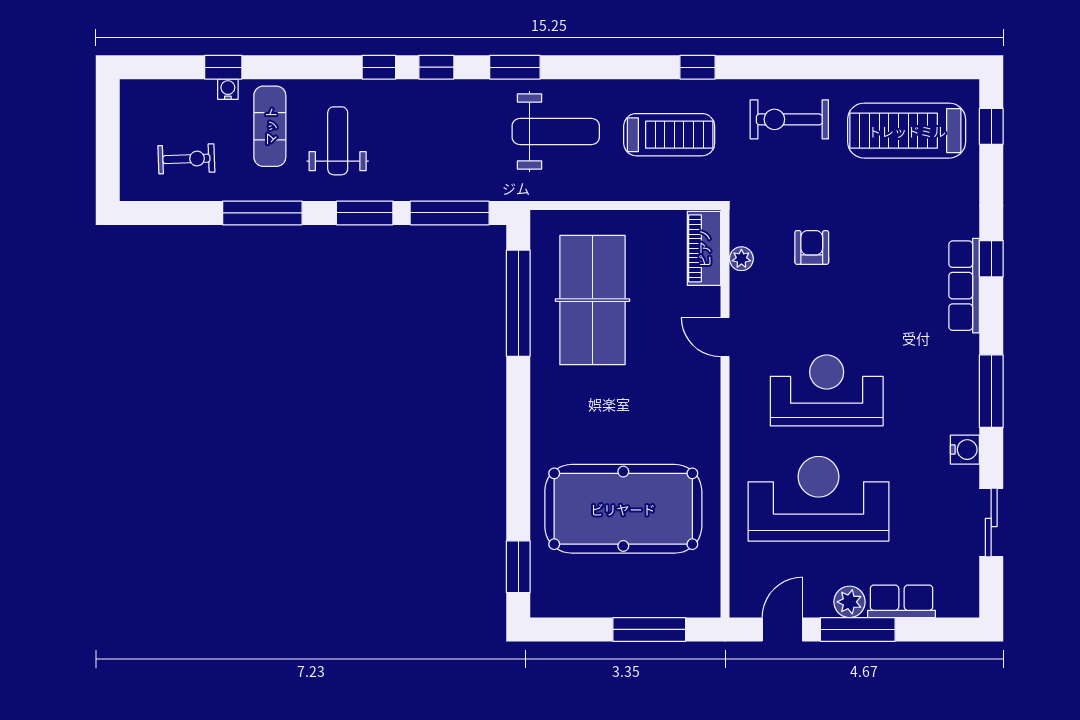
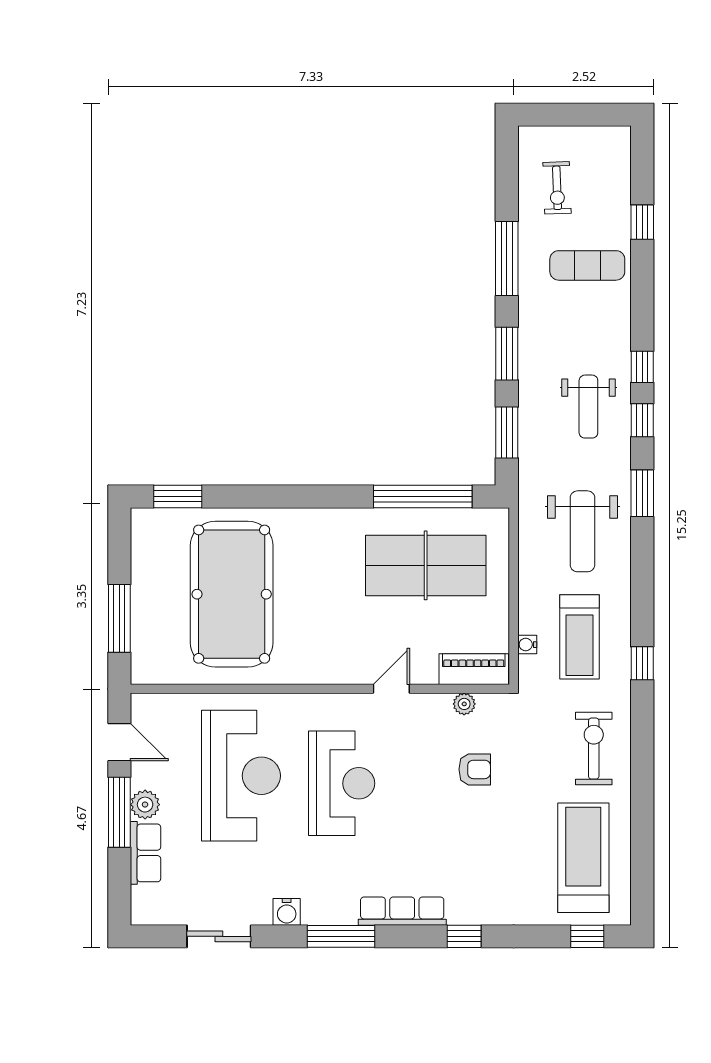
water cooler: (228, 89) -> (527, 645), moved, turned 180
weight bench: (338, 141) -> (588, 407), moved, turned 90
window: (450, 213) -> (507, 433), width x0.69
row of seats: (964, 286) -> (402, 911), moved

